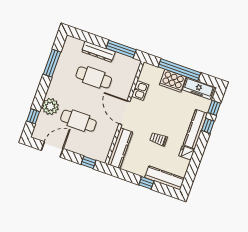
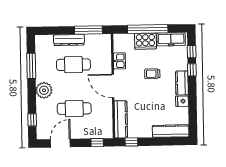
plant: (50, 106) -> (44, 90), moved
kitchen counter: (195, 129) -> (182, 83), width x0.67
trolley: (159, 139) -> (152, 74), moved
window: (146, 183) -> (131, 142), moved

